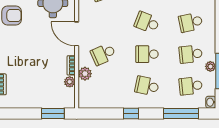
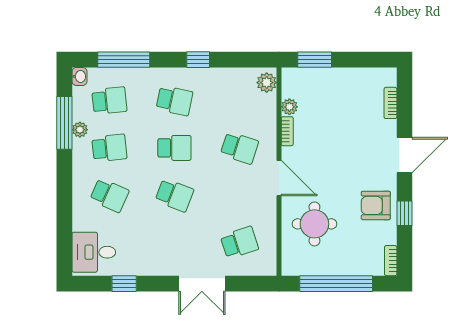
school desk: (191, 22) -> (109, 195), turned 36
school desk: (103, 54) -> (239, 148), turned 42
plant: (85, 74) -> (267, 83), moved

